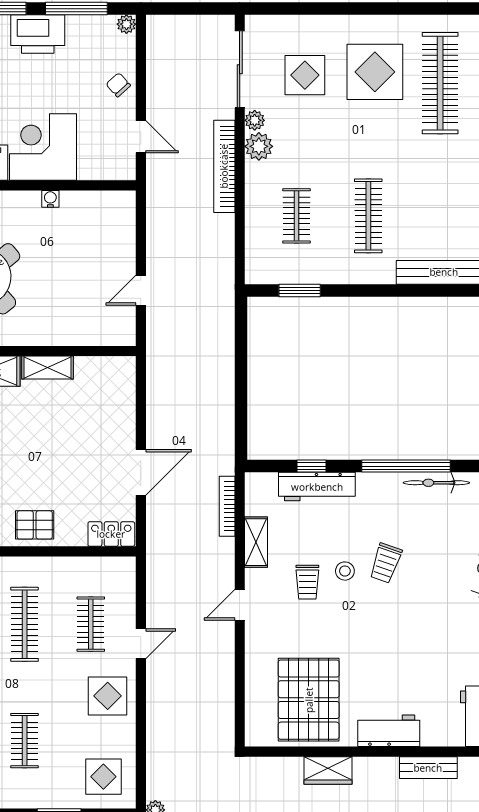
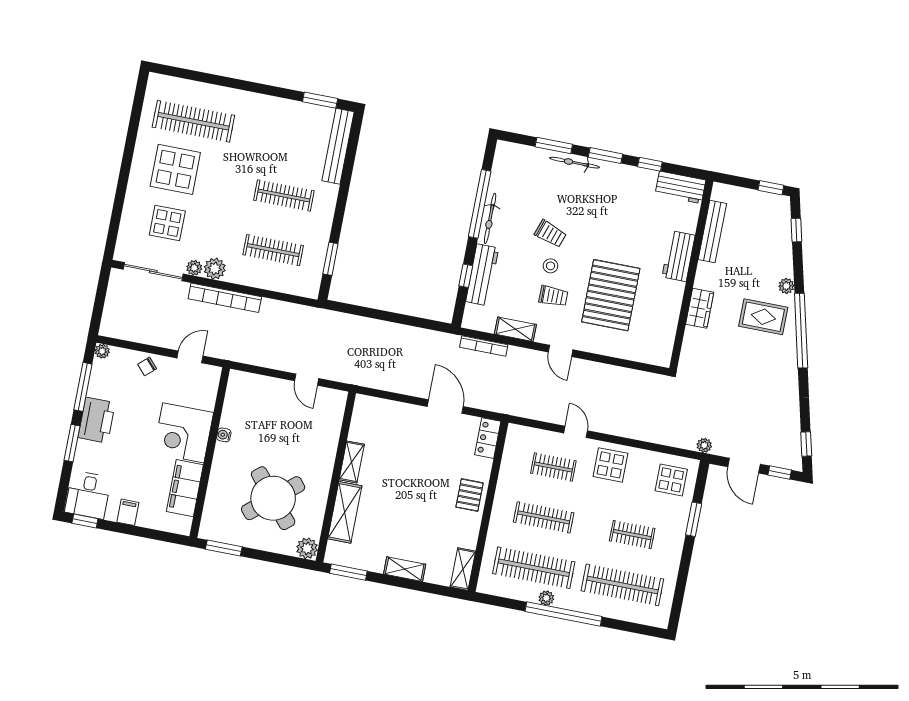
clothes rail: (297, 216) -> (273, 250), width x1.36
bicycle: (436, 483) -> (490, 218), moved
pallet: (309, 700) -> (611, 295), moved, turned 90
bench: (428, 768) -> (712, 232), width x1.36

